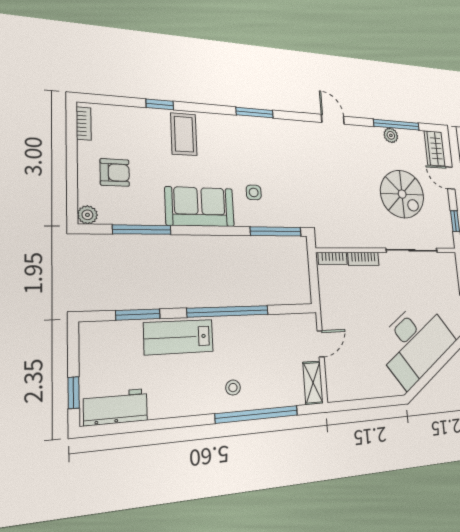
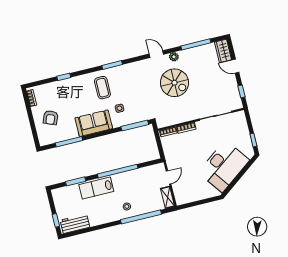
coffee table: (184, 134) -> (102, 88), moved
plant: (391, 135) -> (174, 57), moved
armchair: (115, 172) -> (51, 118), turned 112
spiral stairs: (402, 194) -> (174, 83), moved
plant: (87, 215) -> (43, 141), removed

